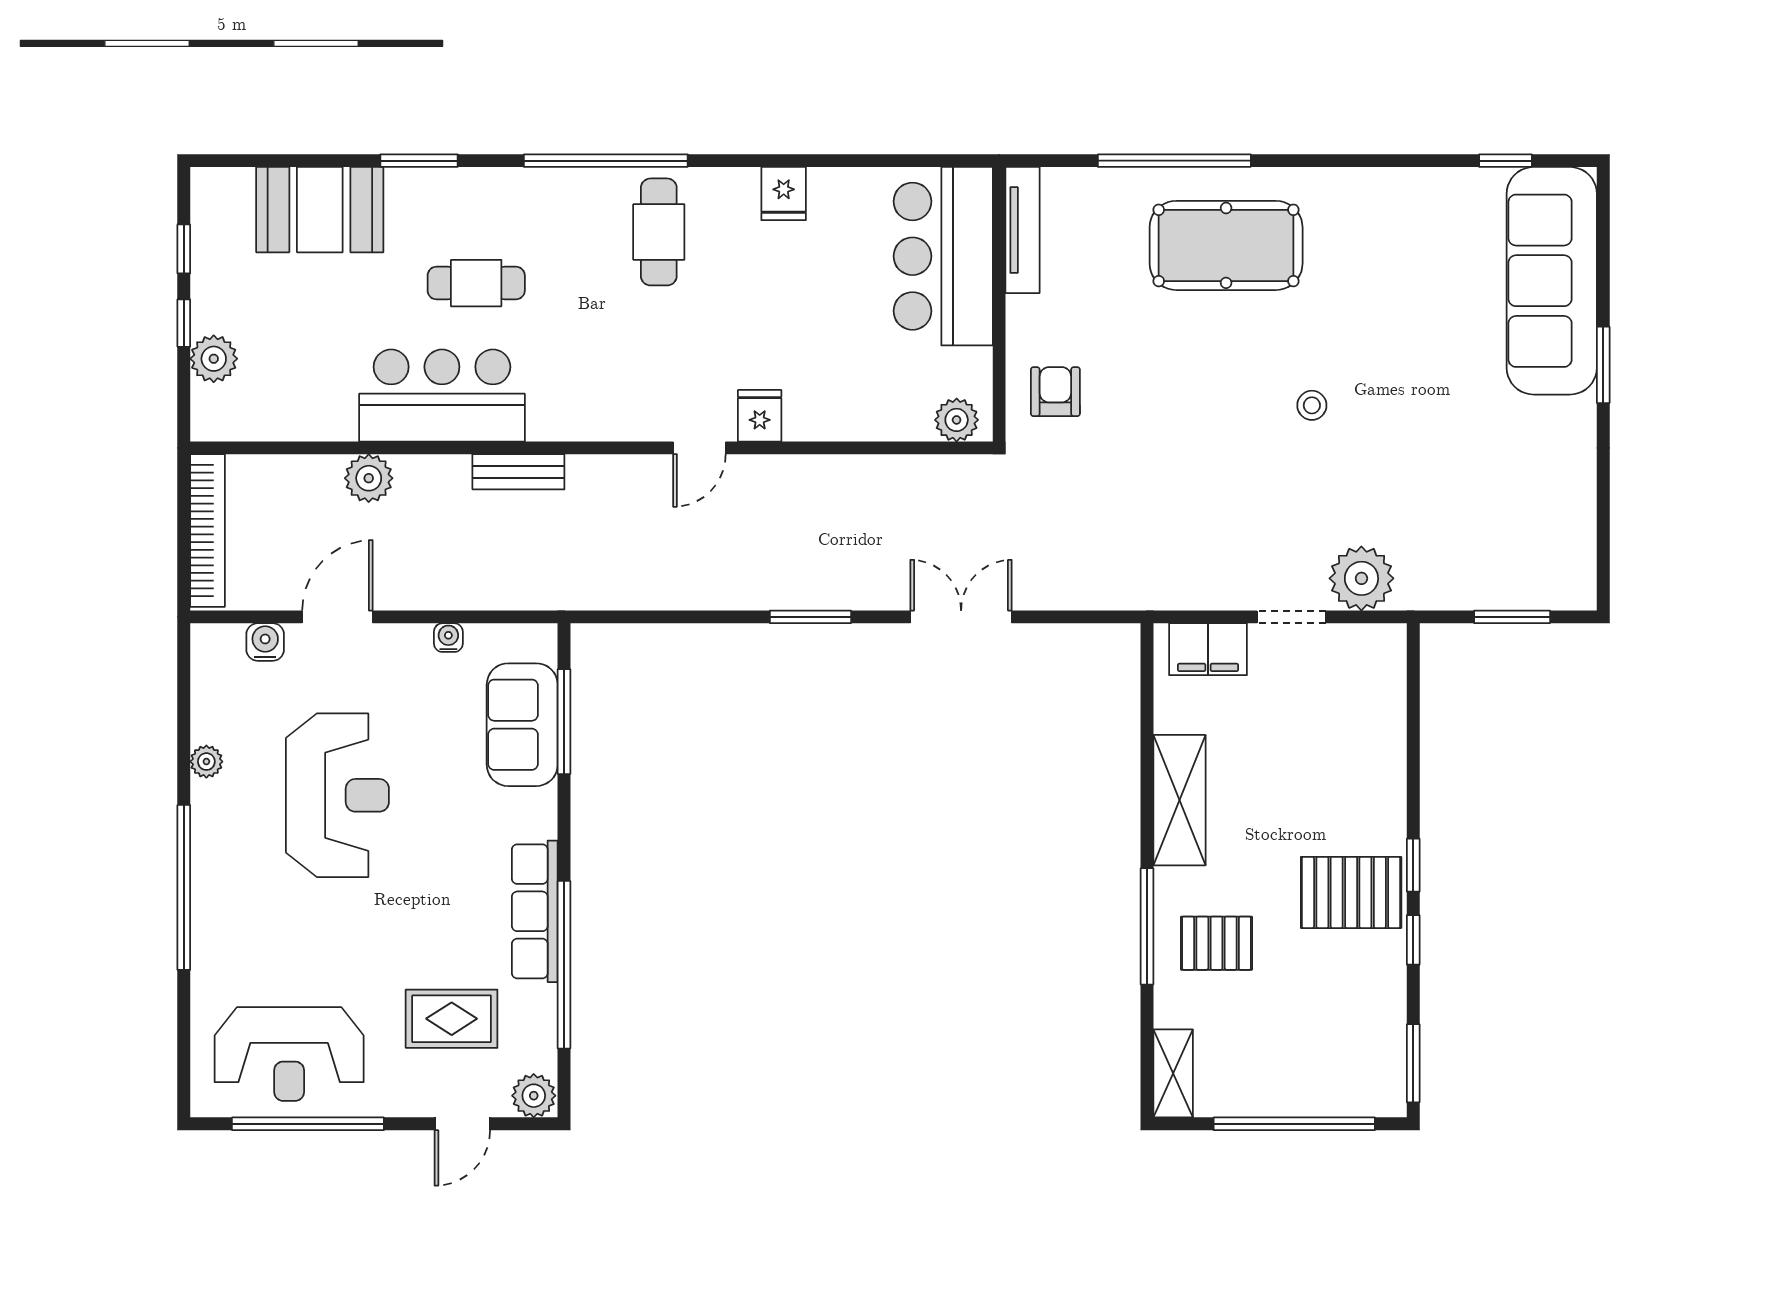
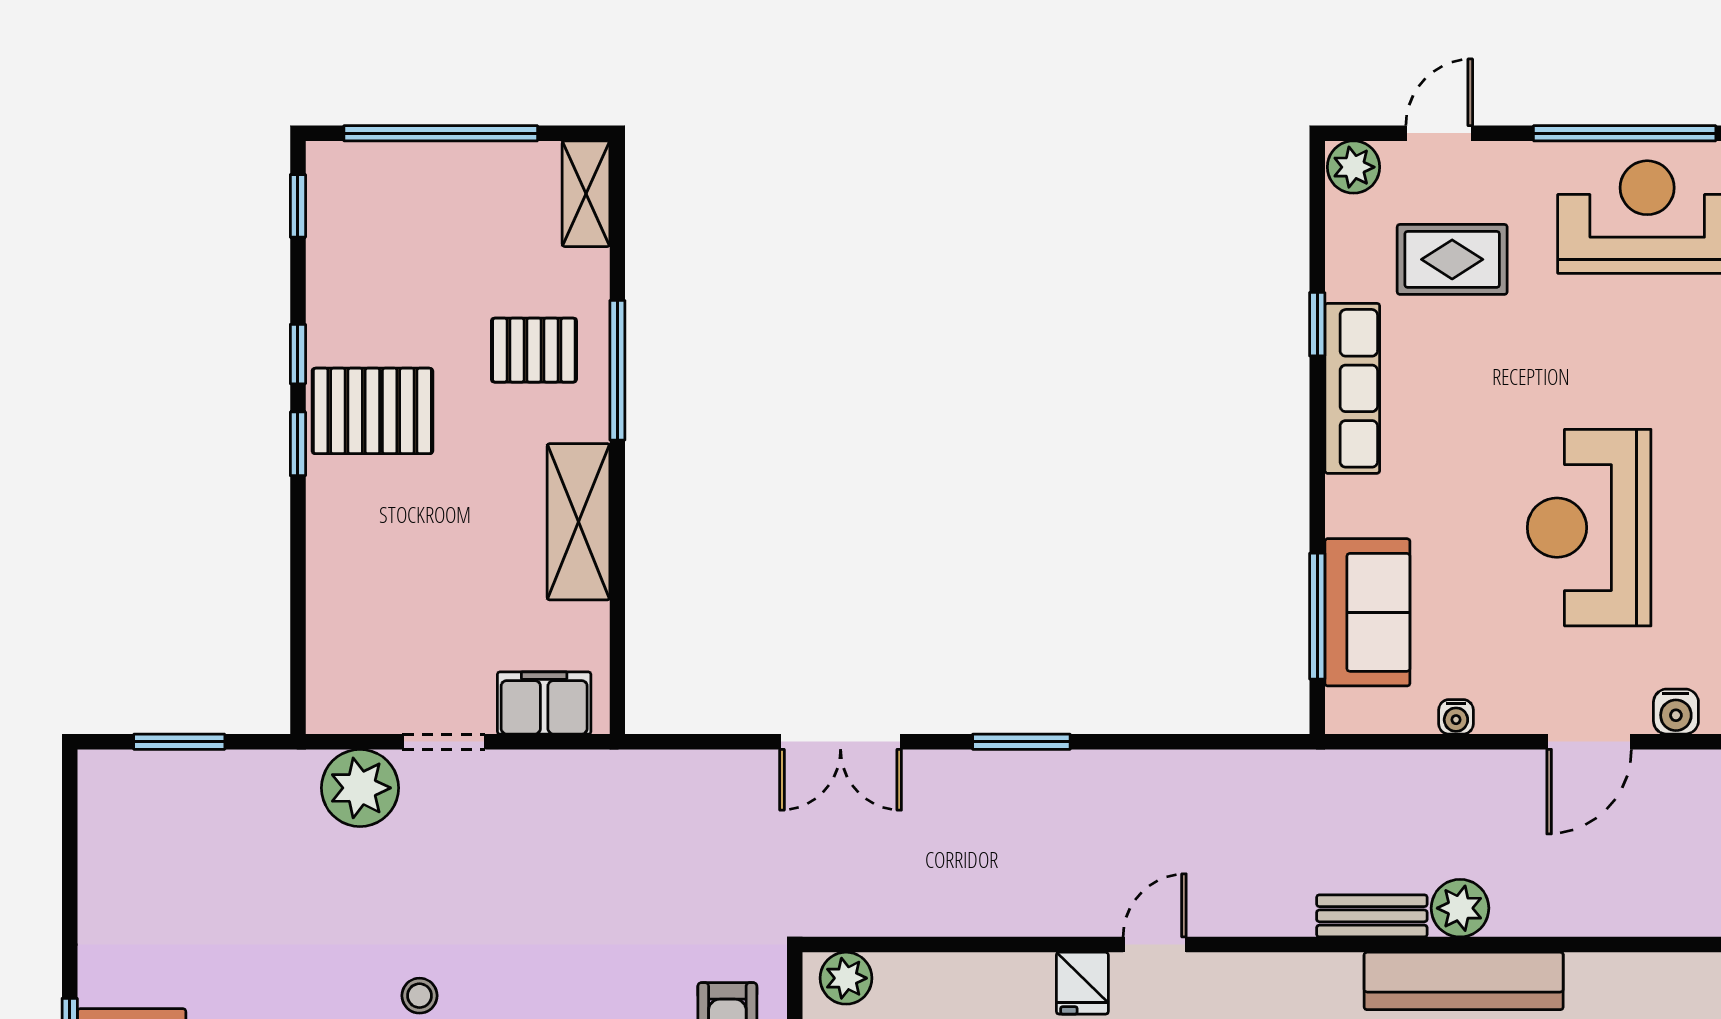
plant: (369, 478) -> (1460, 908), moved
window: (564, 965) -> (1317, 324), width x0.32
window: (1413, 1063) -> (298, 206), width x0.67

